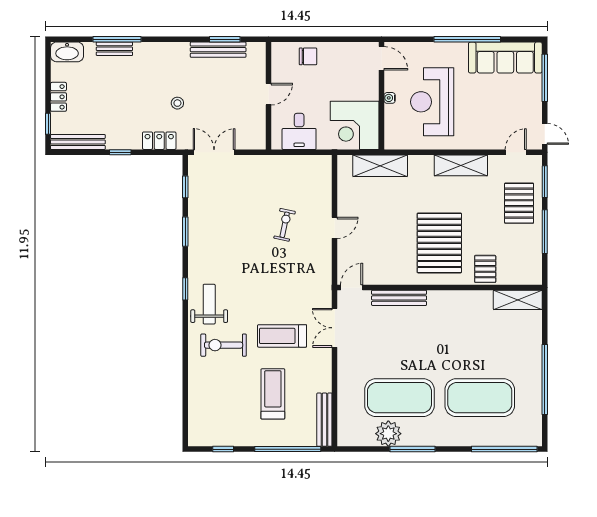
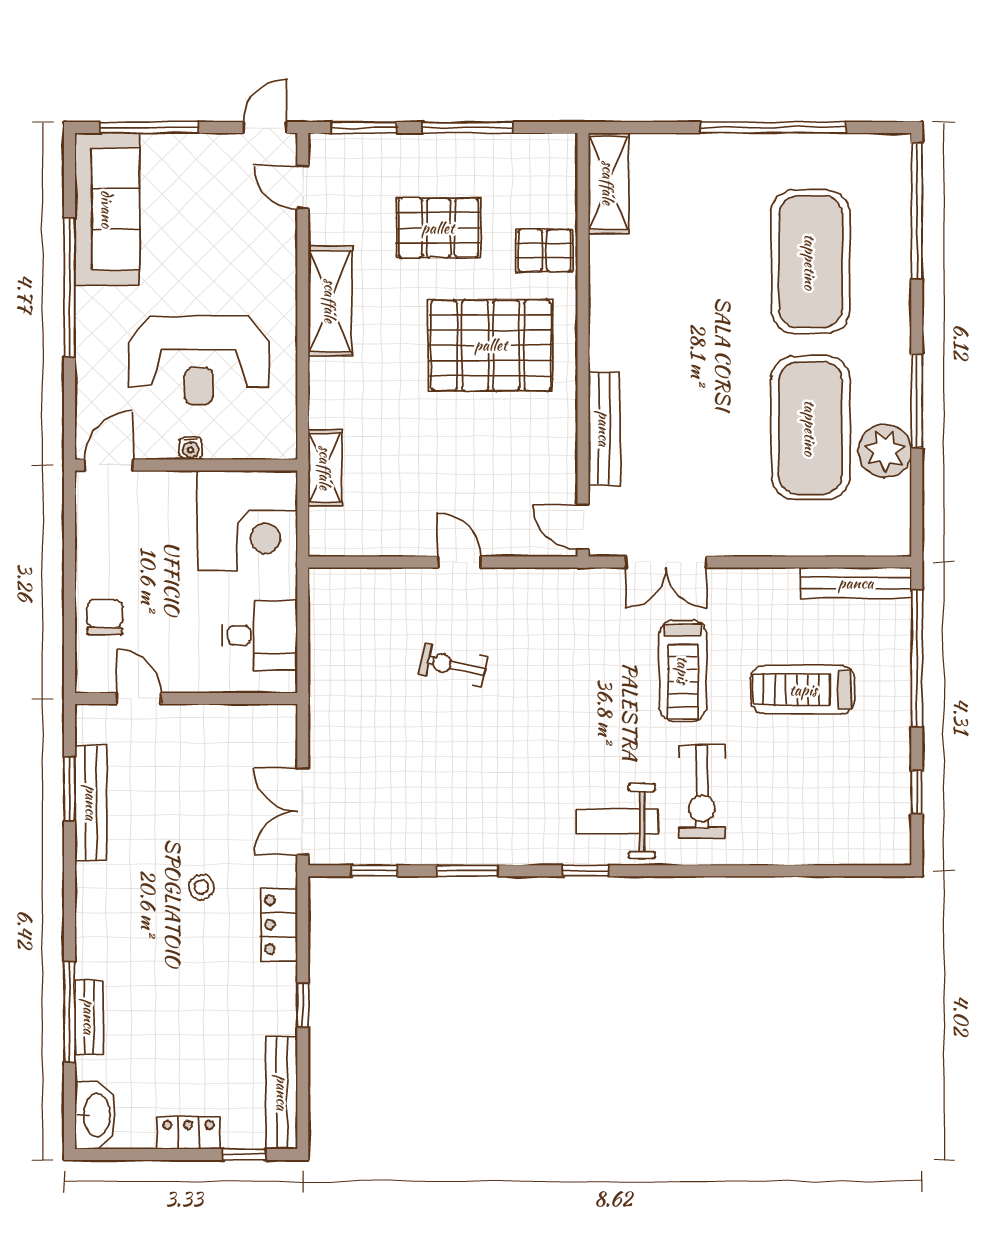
door: (269, 94) -> (139, 698), moved
shelving: (380, 166) -> (325, 468), width x0.67, depth x0.75
pallet: (519, 203) -> (438, 228), moved

